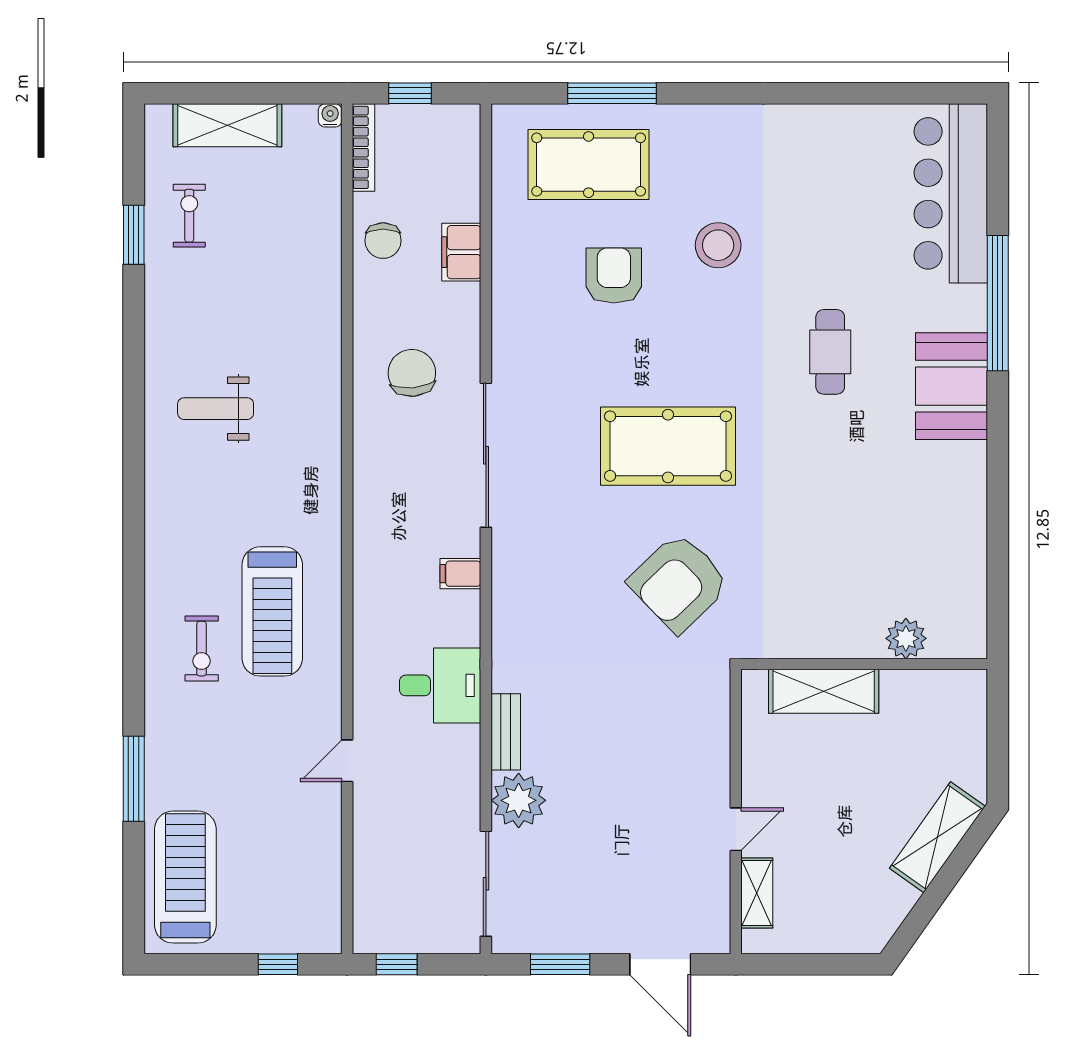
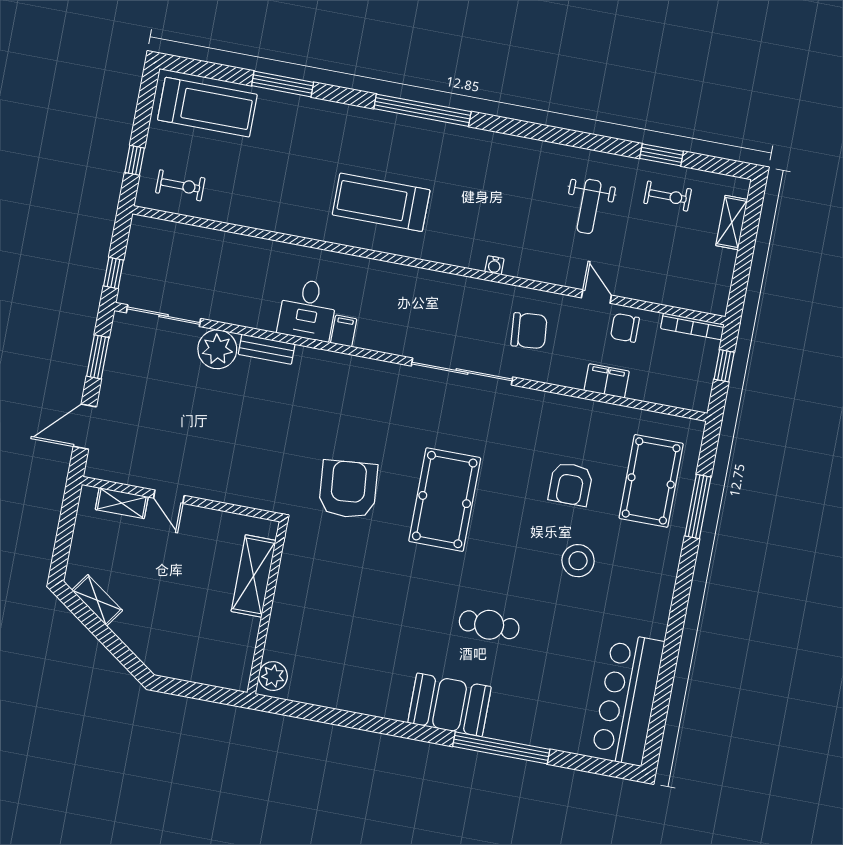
water cooler: (330, 115) -> (494, 265), moved, turned 90
shelving: (227, 125) -> (732, 223), width x0.67, depth x0.75
bar counter: (951, 193) -> (628, 699), moved, turned -90
armchair: (614, 275) -> (571, 484), turned 90
weight bench: (216, 409) -> (589, 206), moved, turned 180
filing cabinet: (460, 574) -> (344, 331), moved
window: (134, 578) -> (422, 110), added
armchair: (679, 583) -> (348, 489), turned 39
plant: (906, 638) -> (273, 676), moved
exercise bike: (202, 649) -> (180, 185), moved, turned 180
door: (347, 761) -> (596, 297), moved
shelving: (937, 837) -> (97, 600), moved, width x0.67, depth x0.75
window: (397, 964) -> (114, 273), moved

